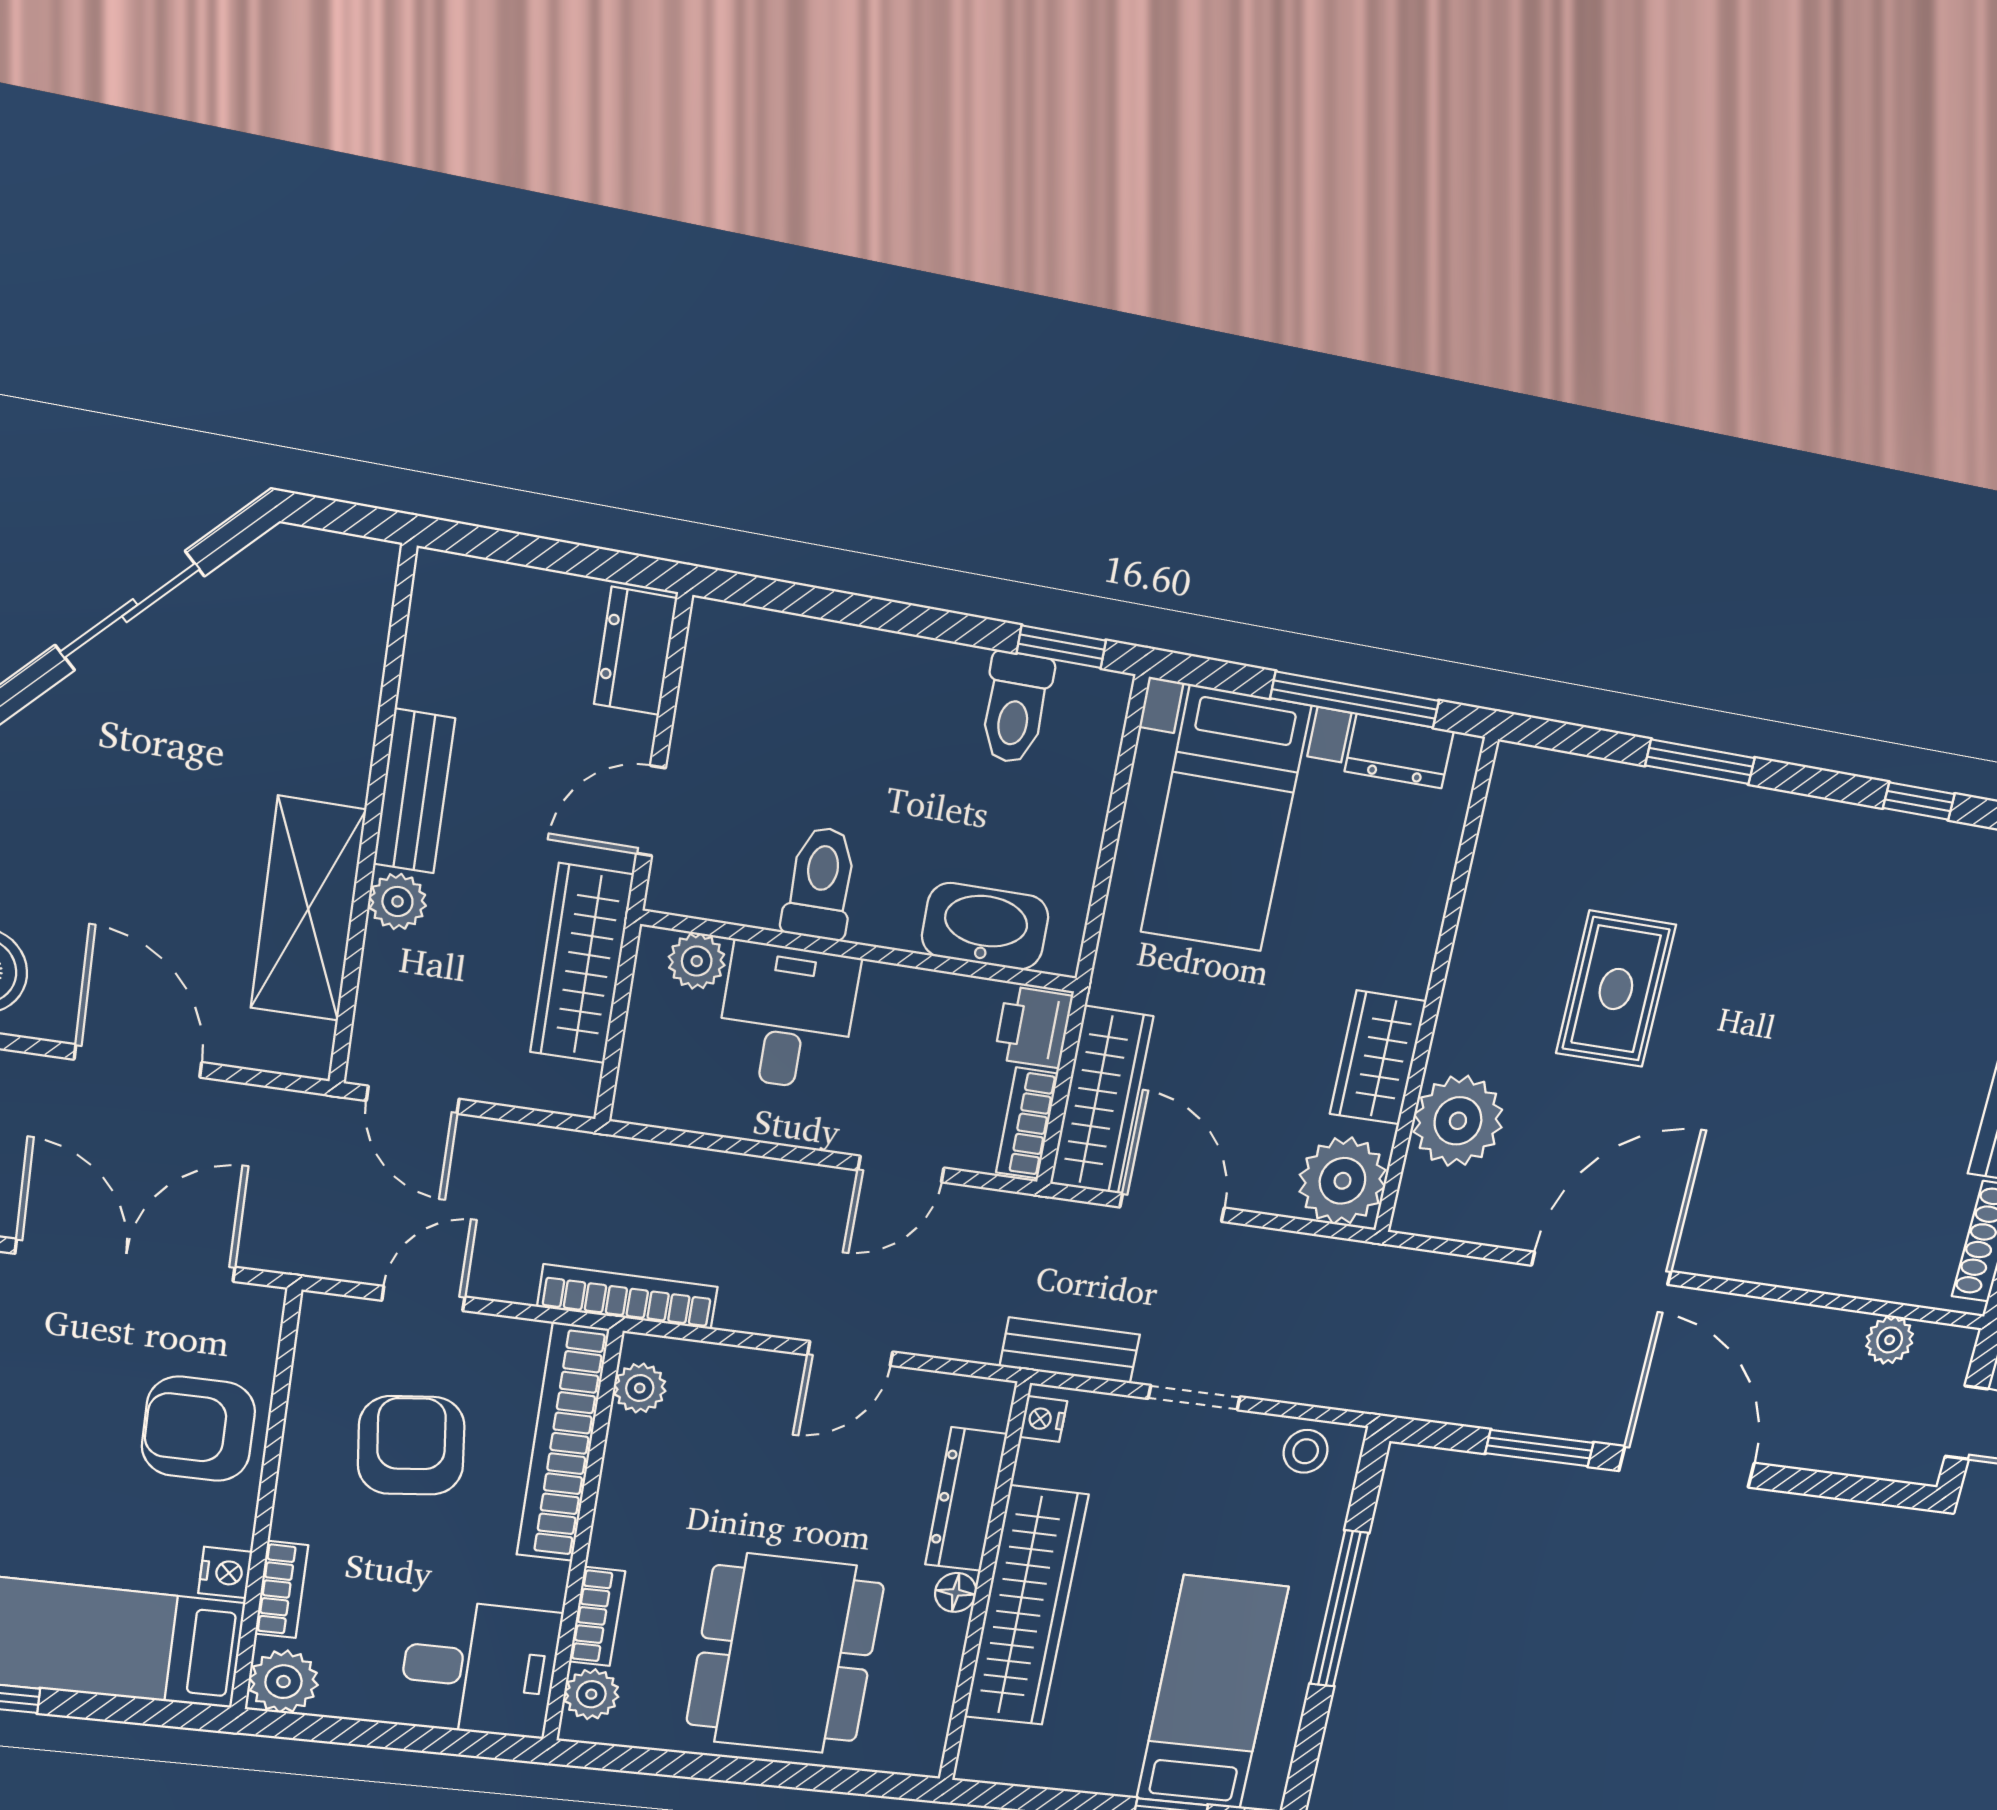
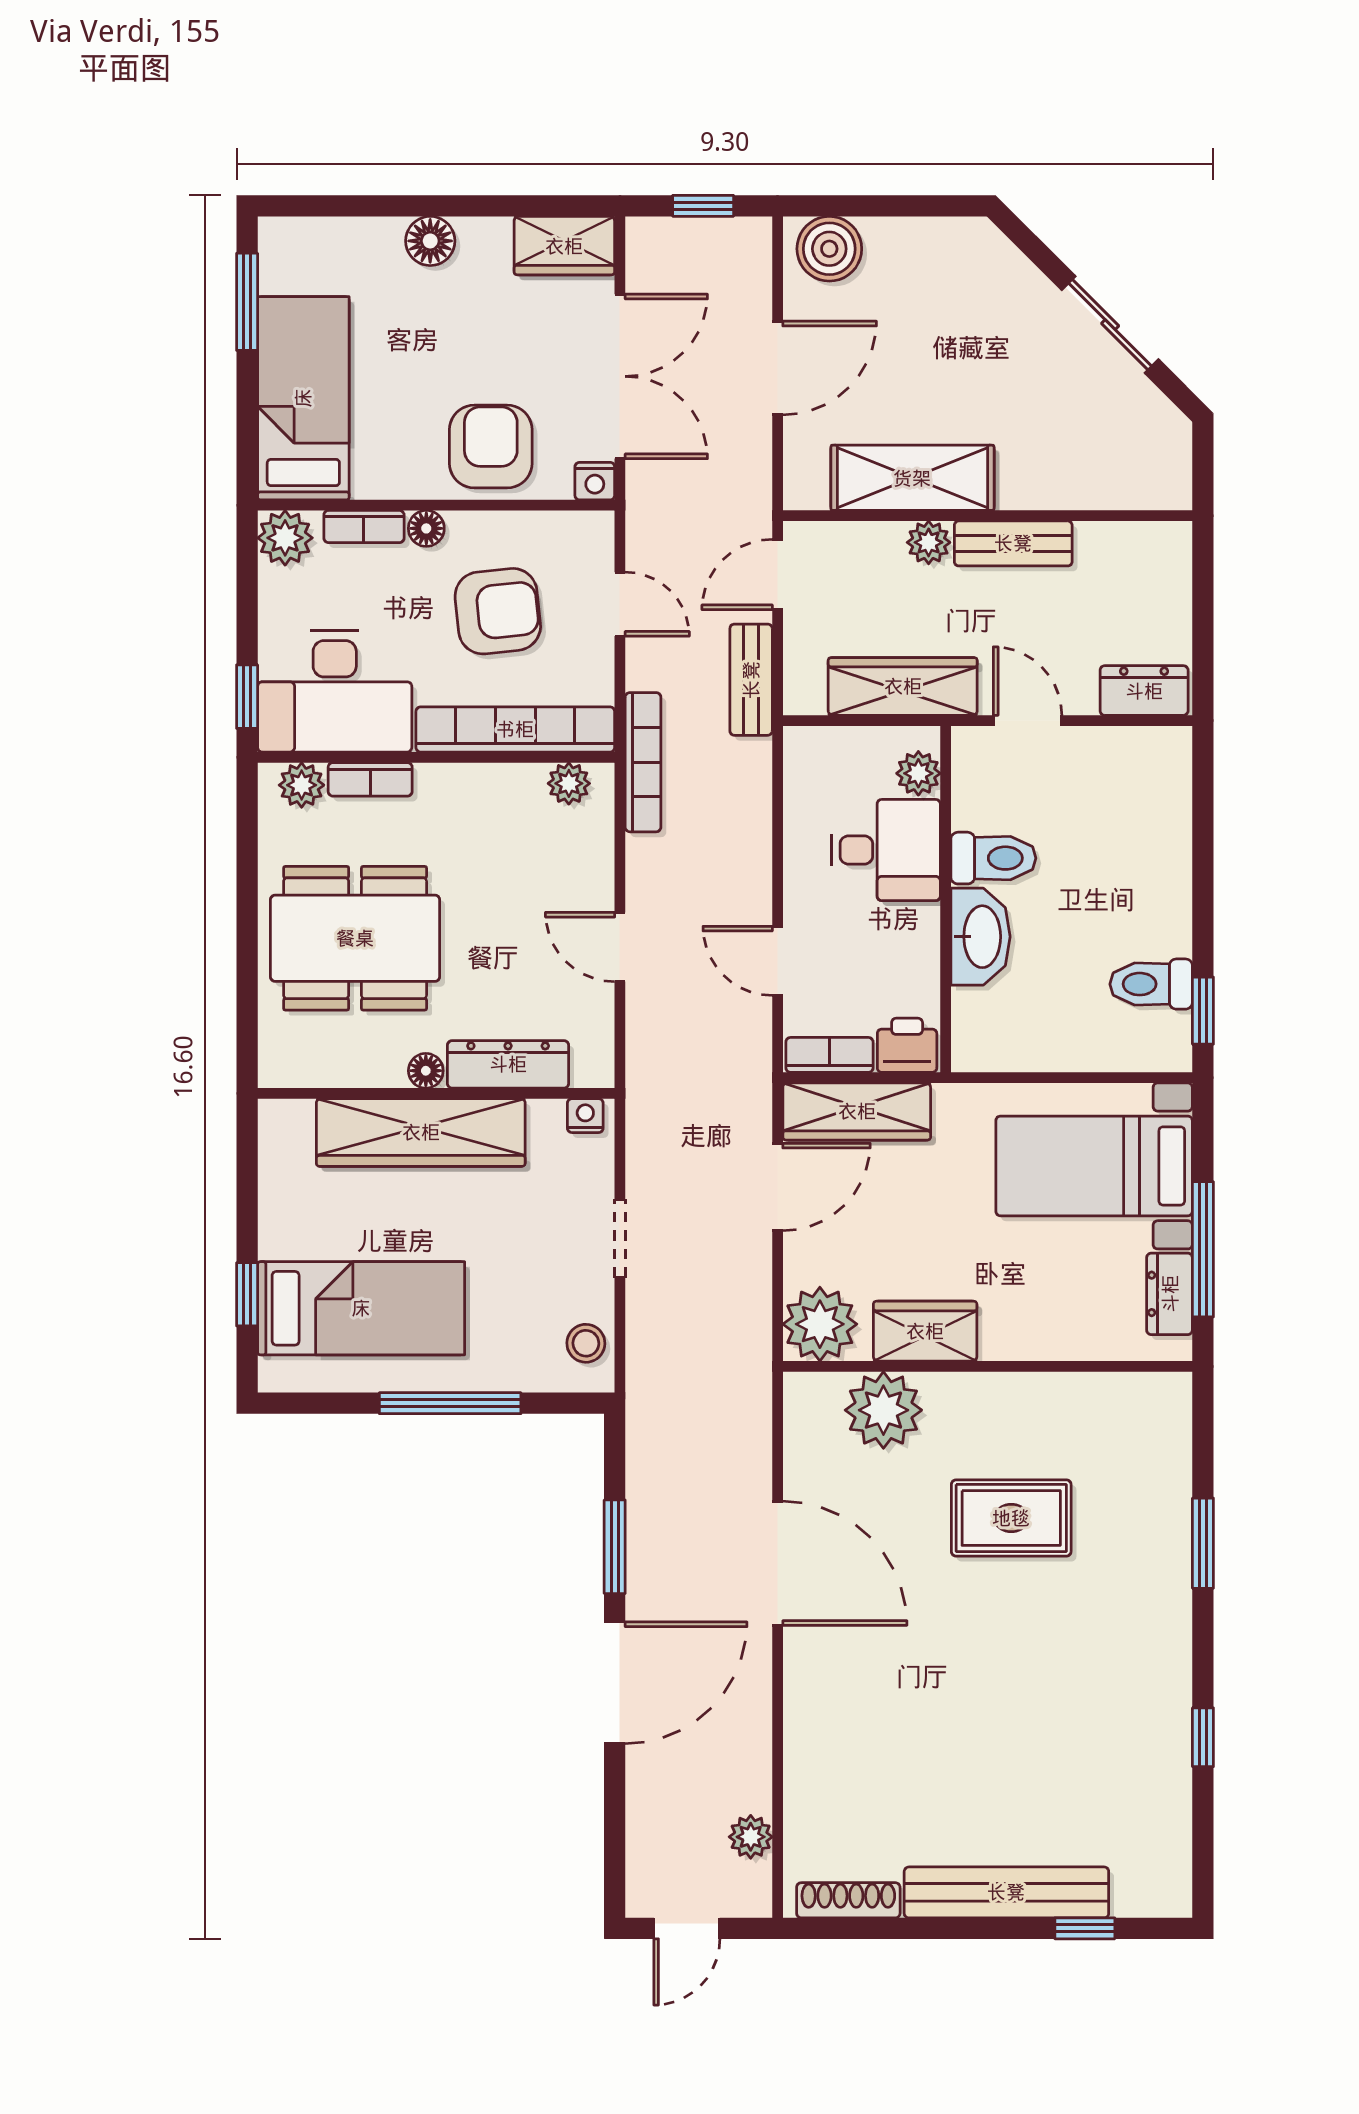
washbasin: (985, 926) -> (980, 937), moved
bench: (1070, 1350) -> (751, 680), moved
floor lamp: (294, 1517) -> (426, 528), added
nightstand: (225, 1572) -> (595, 481), moved
desk: (479, 1669) -> (335, 691), width x1.37
window: (474, 1744) -> (247, 697), added

